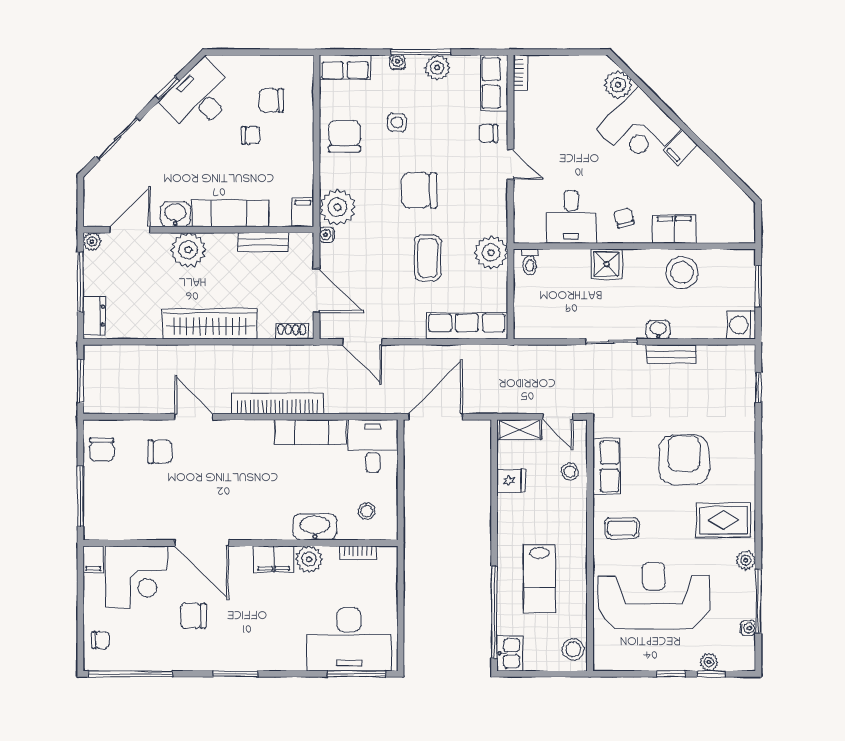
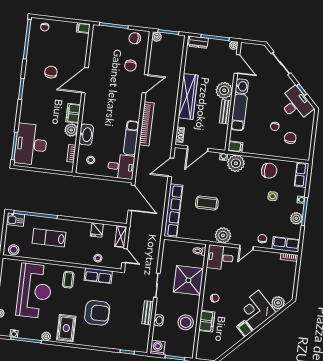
chair: (419, 190) -> (239, 203), removed
desk: (571, 217) -> (220, 257), moved
bench: (263, 242) -> (225, 112), moved
plant: (491, 253) -> (223, 235), moved
shower: (607, 264) -> (188, 280), width x1.86, depth x1.86
row of seats: (467, 326) -> (173, 211), width x1.36
washbasin: (658, 330) -> (159, 320), moved
plant: (93, 404) -> (157, 37), added
door: (558, 417) -> (125, 256), swing flipped
corner desk: (136, 577) -> (73, 47), removed

